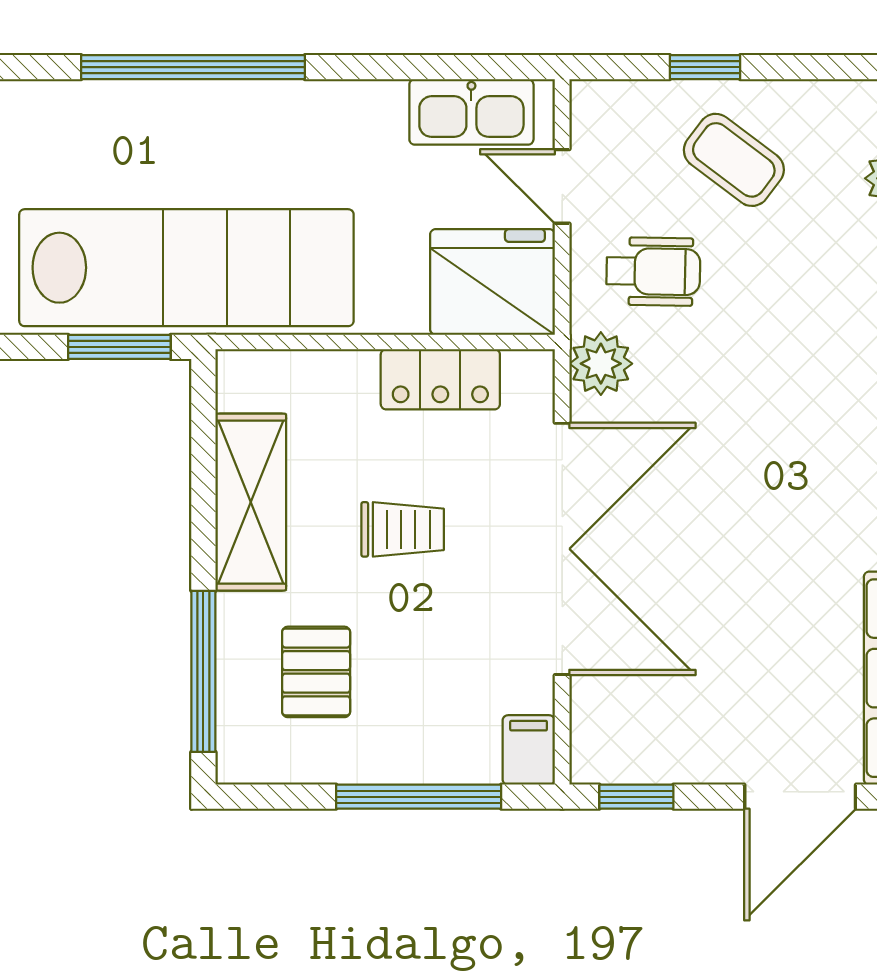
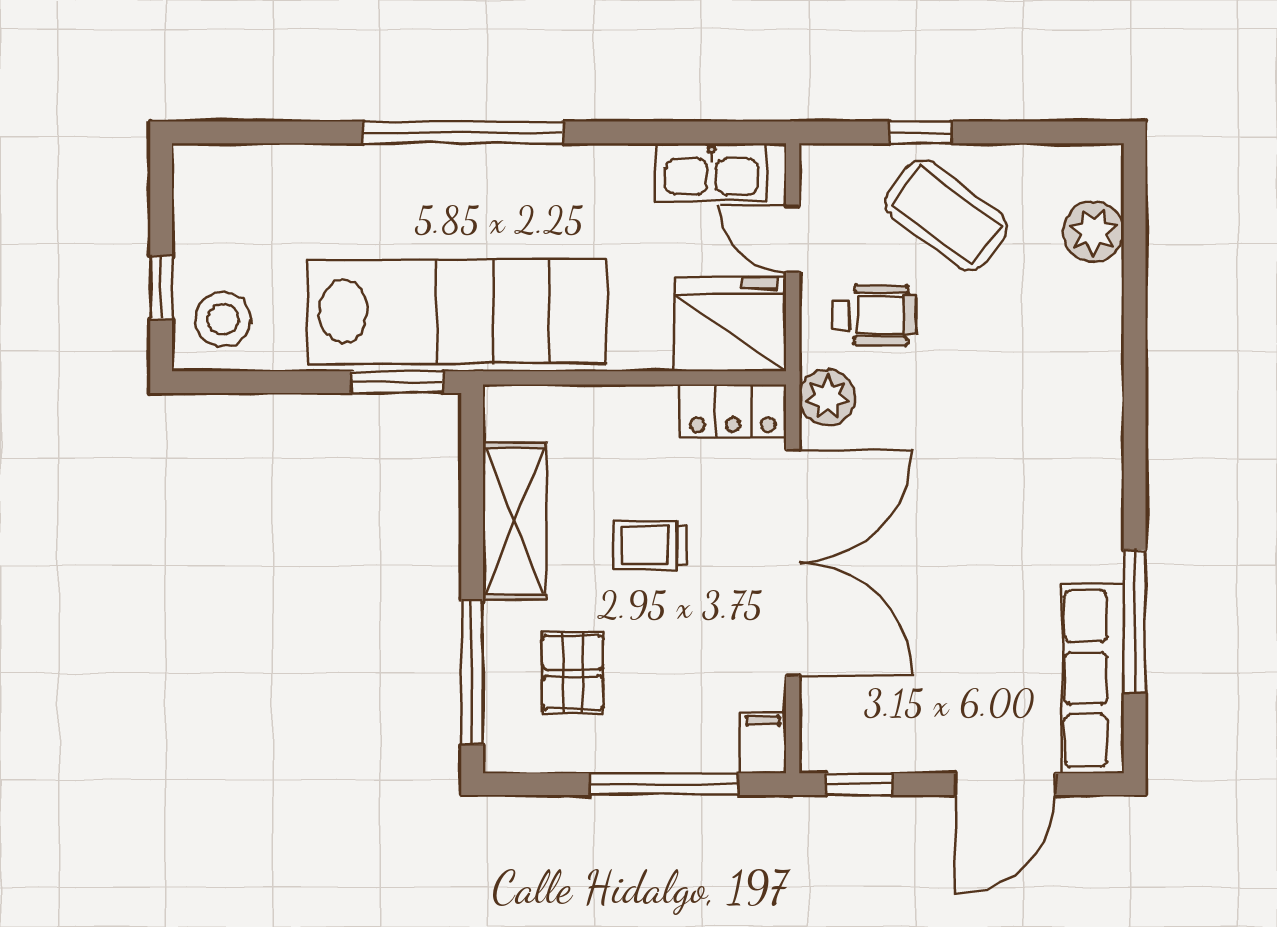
coffee table: (734, 160) -> (946, 215), width x1.36, depth x1.30
locker: (440, 379) -> (733, 411), moved
trolley: (403, 529) -> (650, 545), turned 180

